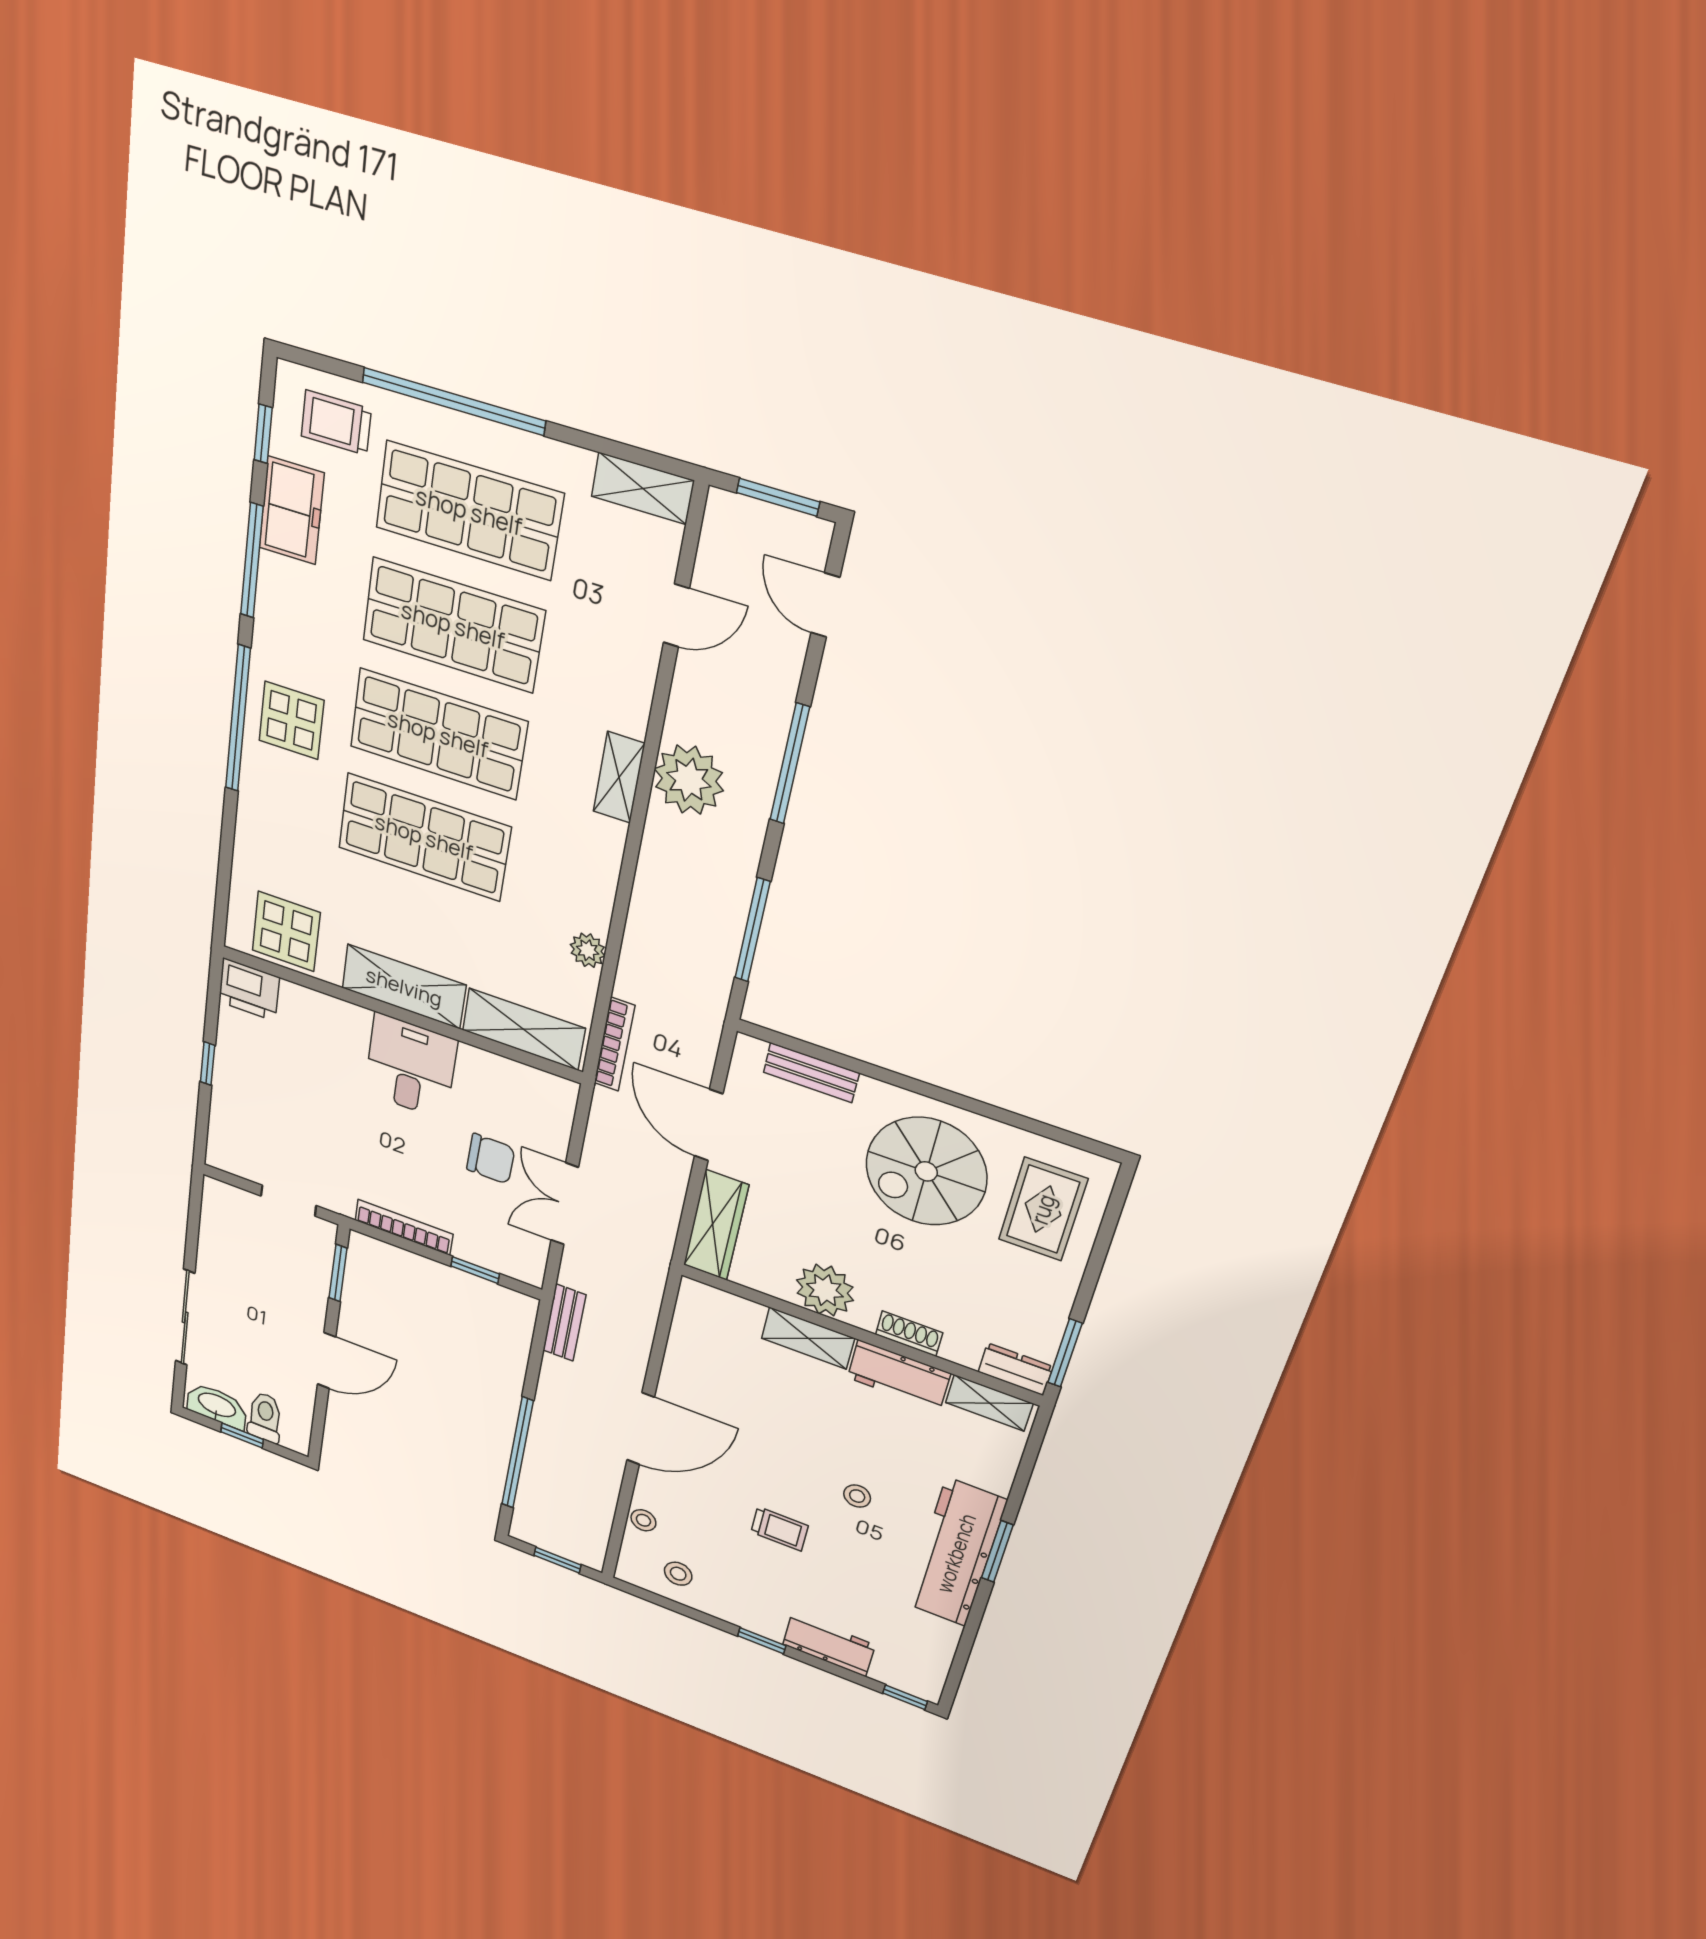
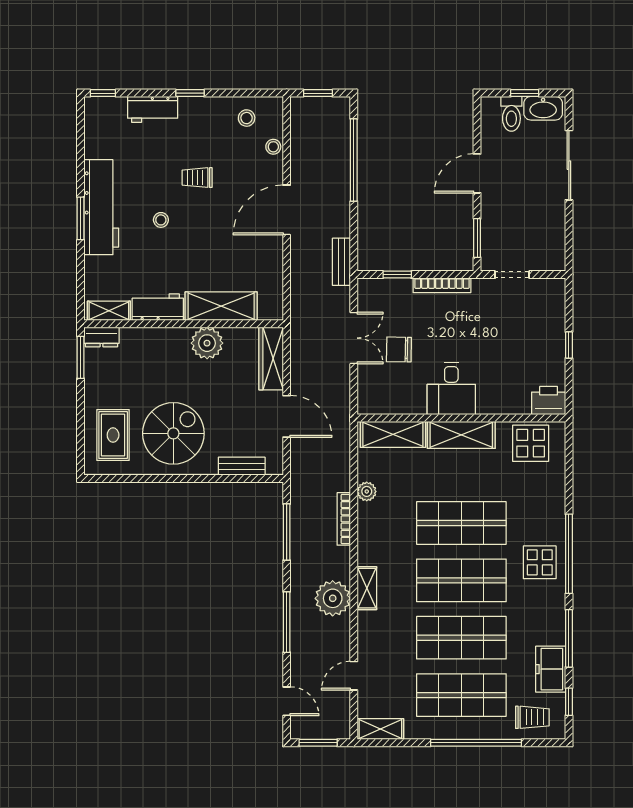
bookcase: (614, 1044) -> (344, 519), moved
shoe rack: (909, 1334) -> (159, 335), removed
shelving: (808, 1338) -> (221, 306), width x1.50, depth x1.33

